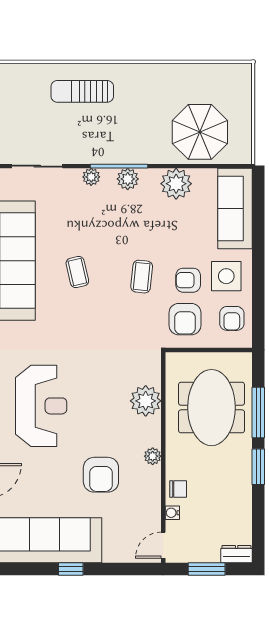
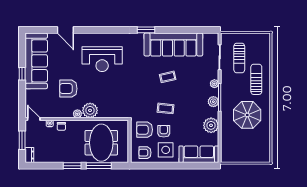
sun lounger: (39, 126) -> (239, 58), added
parasol: (200, 132) -> (247, 115), moved
plant: (146, 401) -> (90, 110), moved
meeting table: (211, 408) -> (101, 143), turned 90

